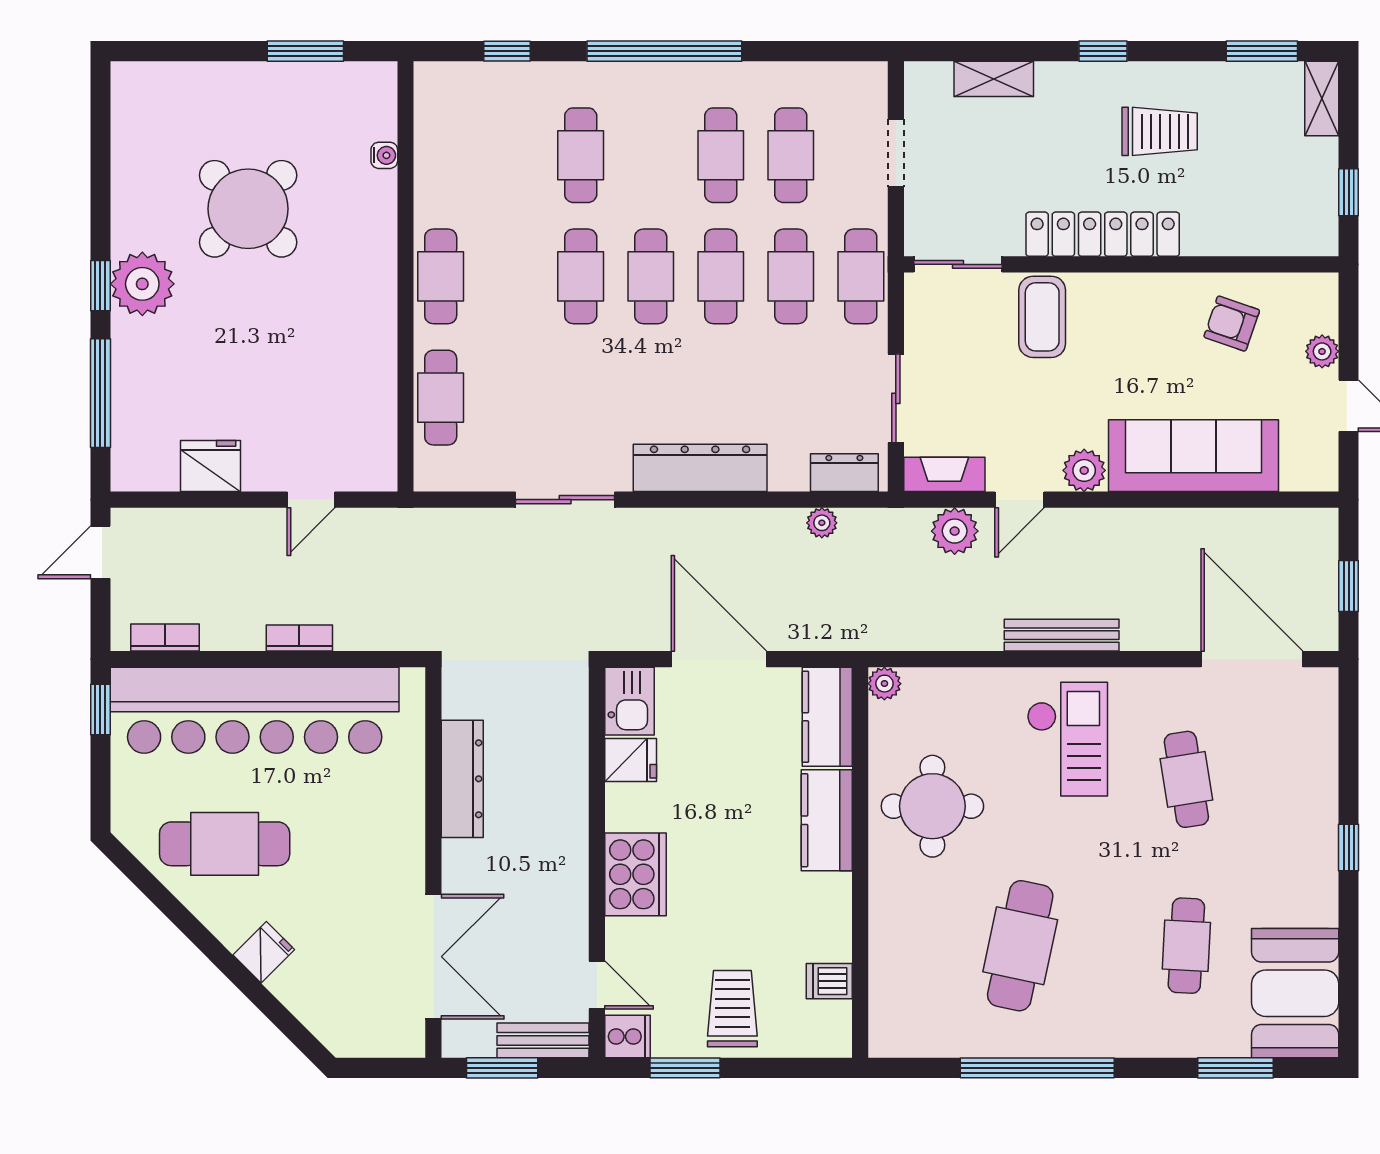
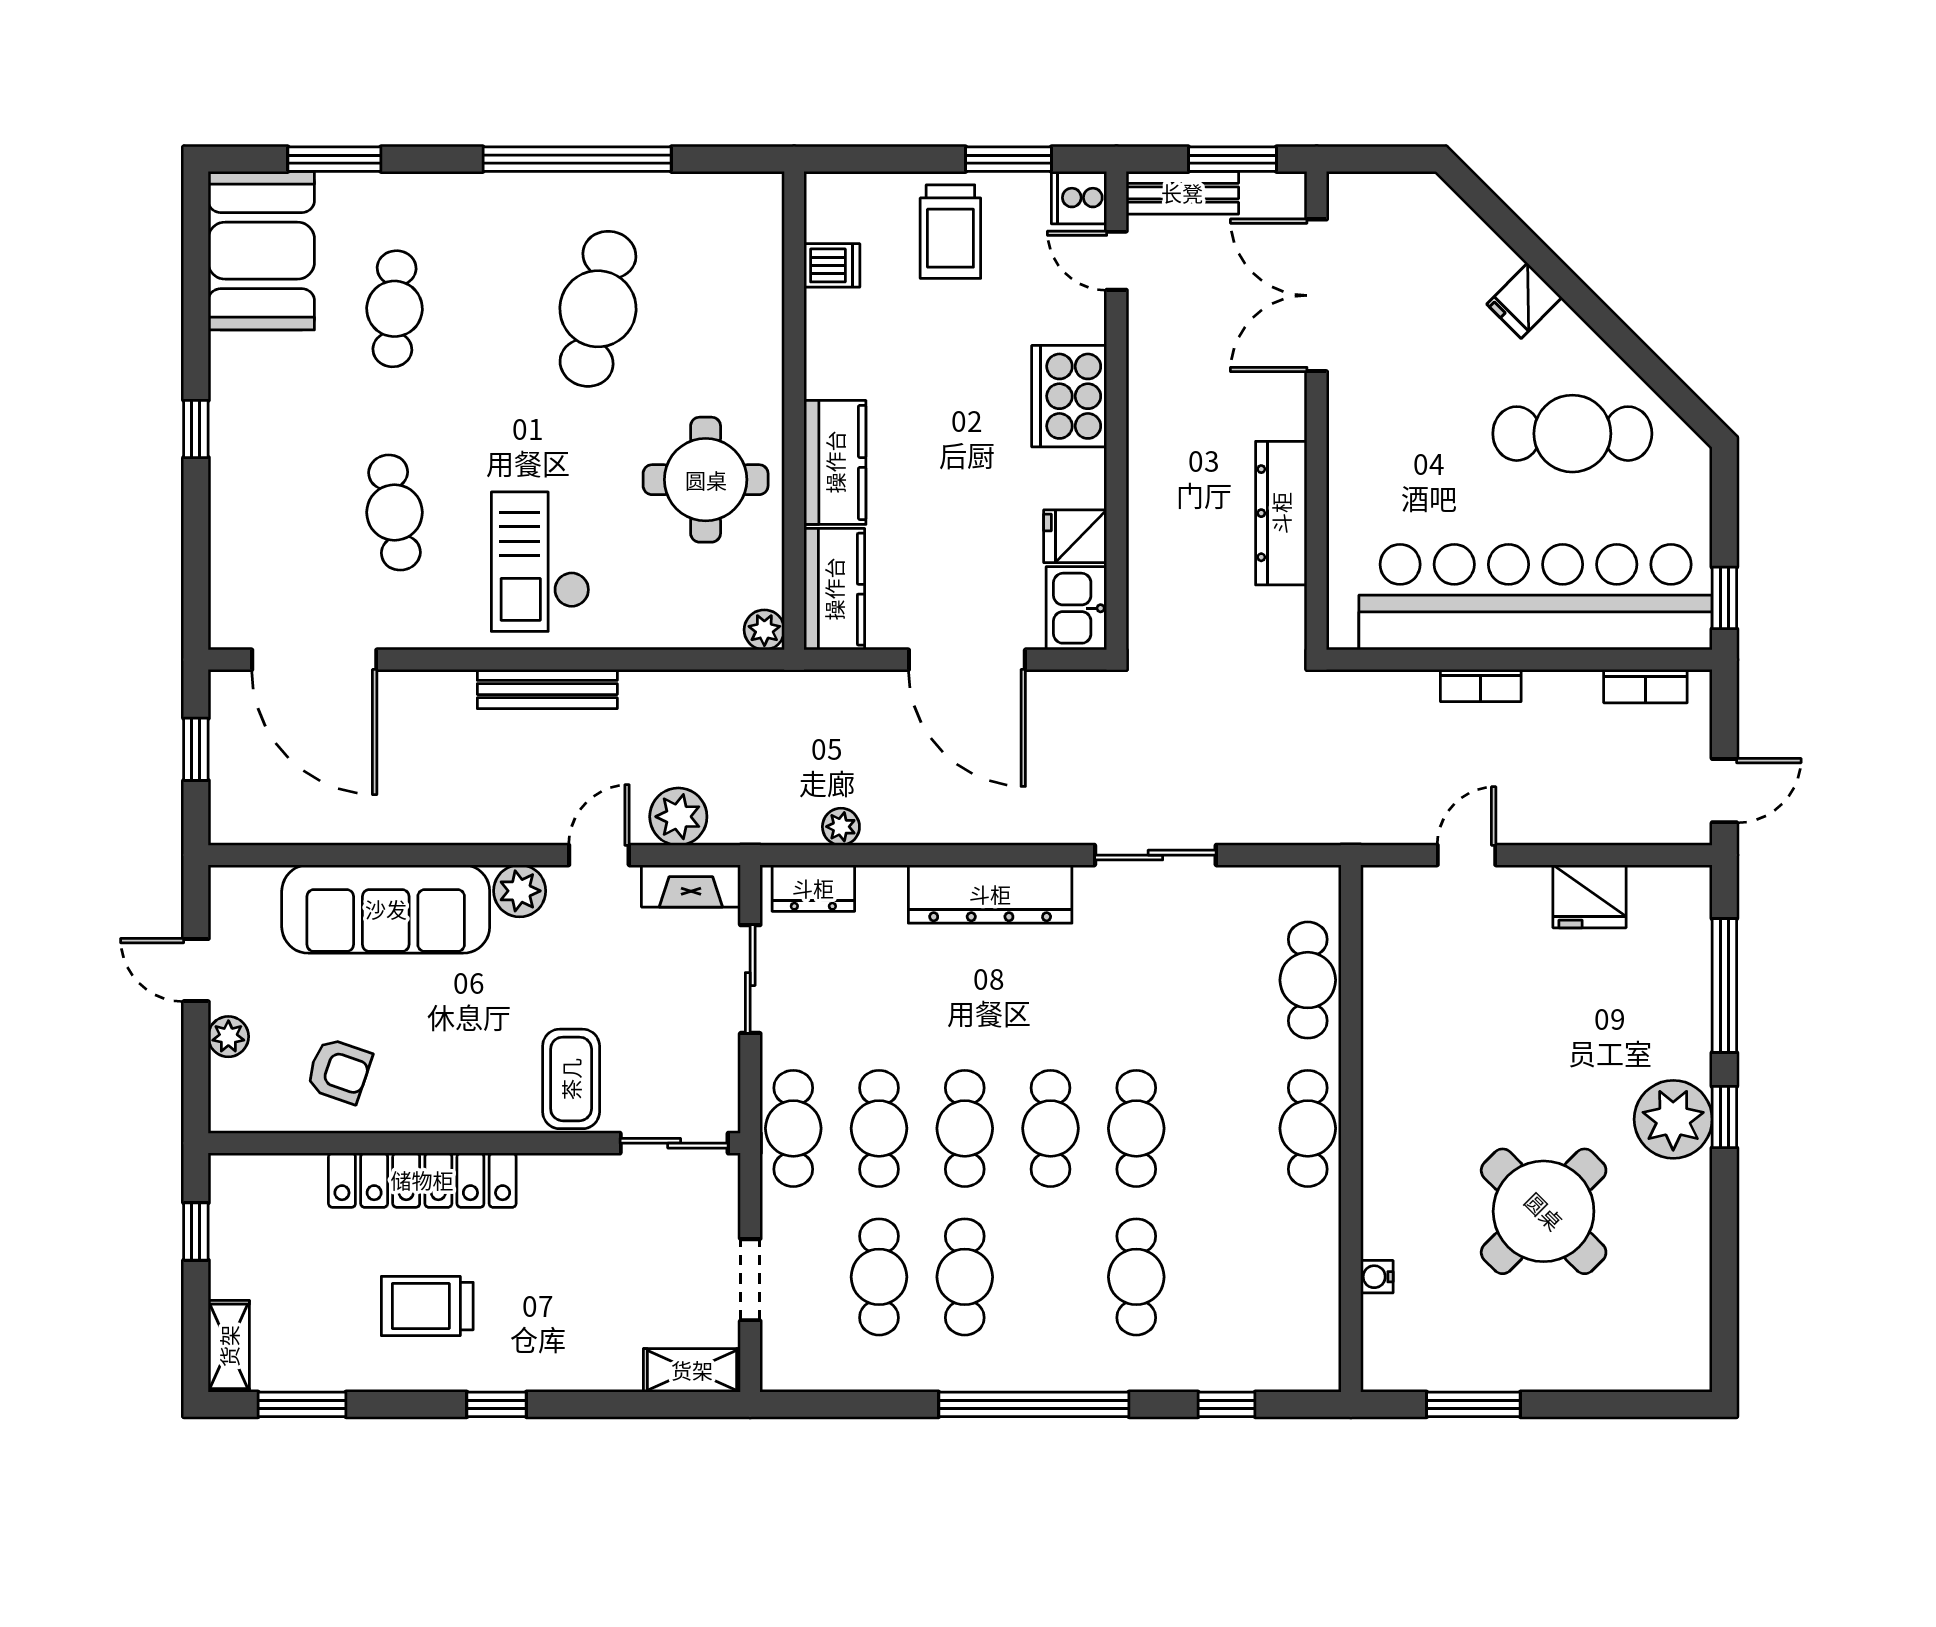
shelving: (994, 79) -> (692, 1370), moved
locker: (1103, 234) -> (422, 1180), moved

